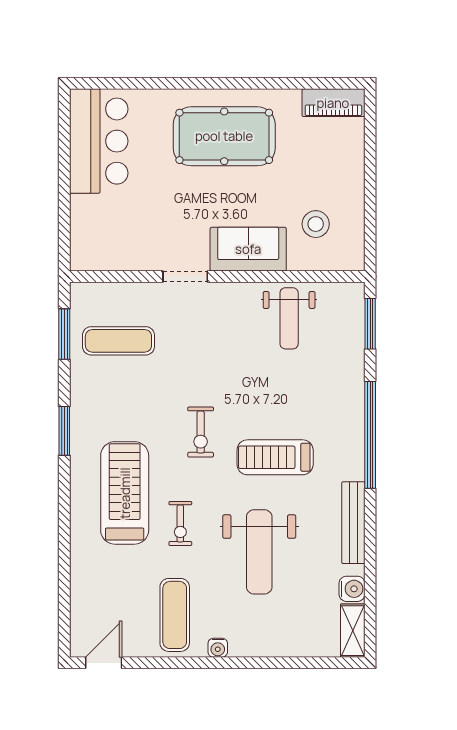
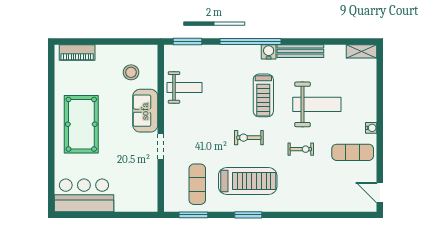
piano: (333, 103) -> (77, 52), moved, turned 90
exercise bike: (201, 432) -> (249, 138), turned 180
treadmill: (125, 493) -> (248, 181), moved, turned 180
water cooler: (352, 589) -> (269, 52), moved

